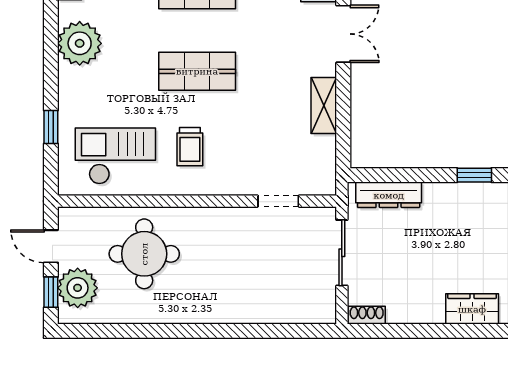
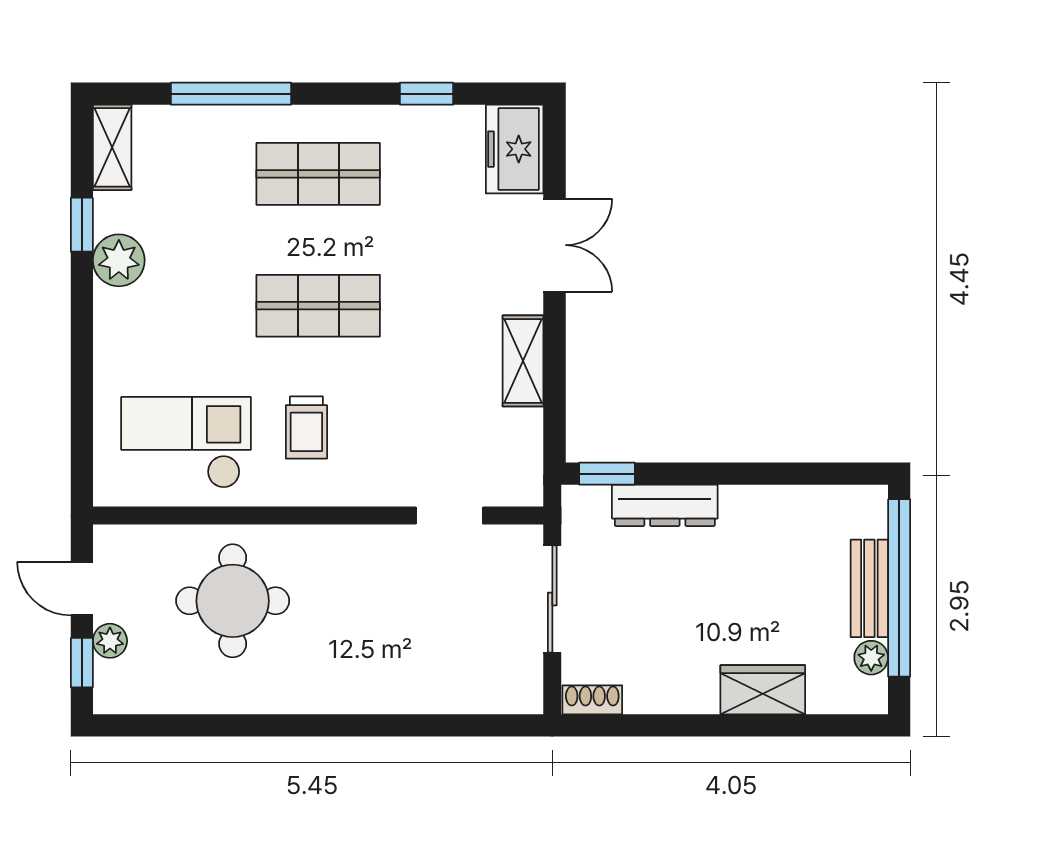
plant: (80, 43) -> (119, 260), width x0.73, depth x0.73
window: (51, 127) -> (82, 225), moved
window: (474, 175) -> (607, 474), moved
dresser: (389, 195) -> (665, 505), moved
plant: (78, 288) -> (110, 641), width x0.53, depth x0.53

